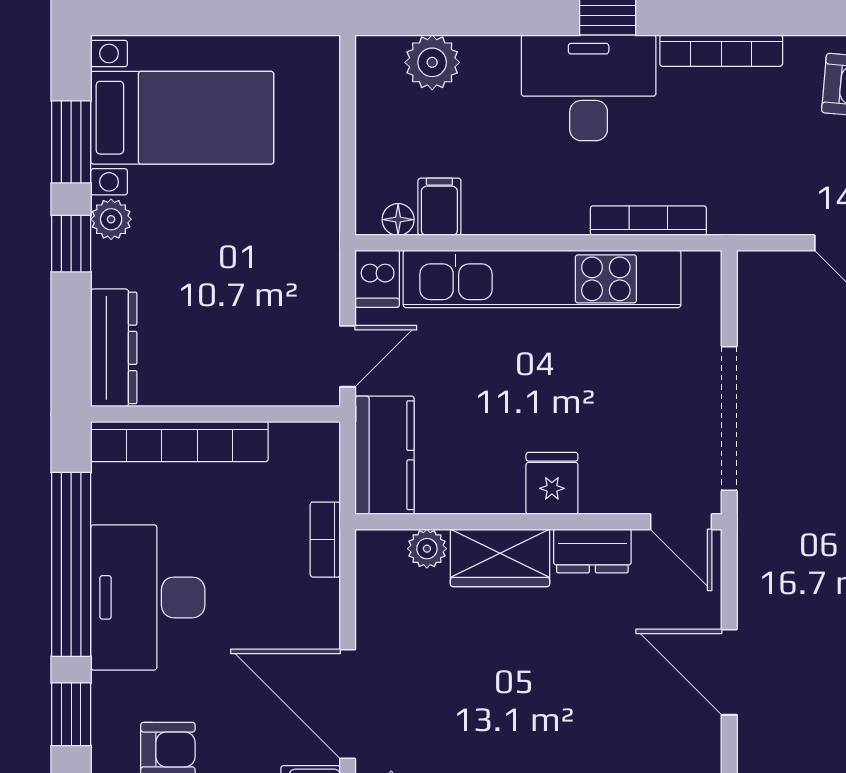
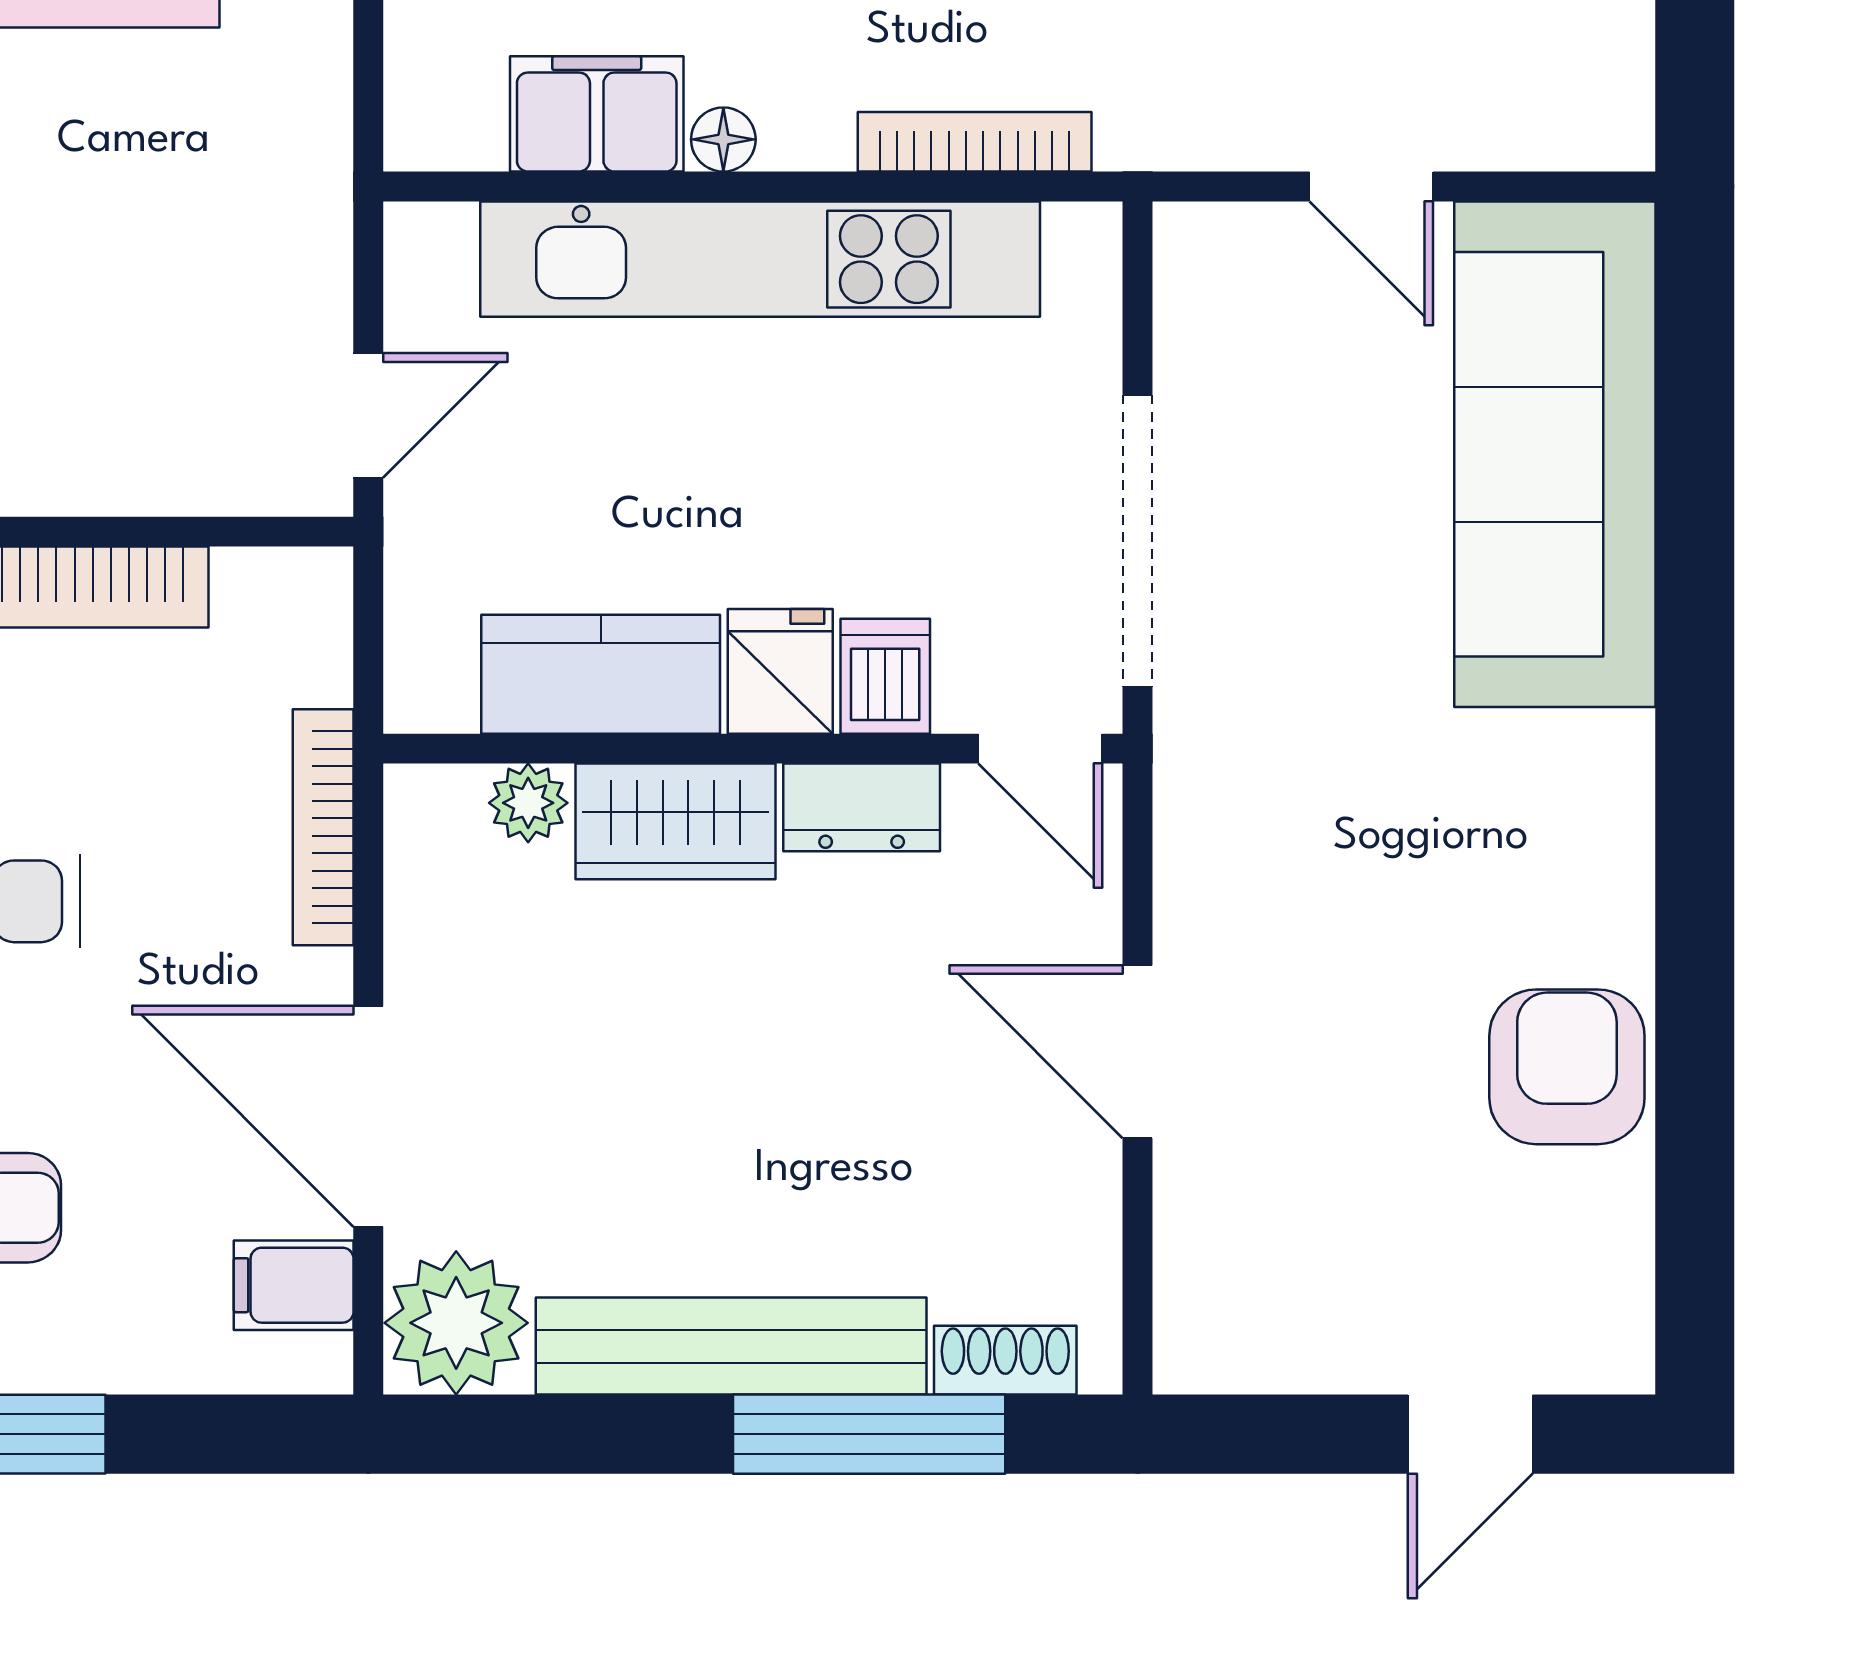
filing cabinet: (439, 207) -> (597, 114), width x2.00
floor lamp: (398, 220) -> (723, 139), moved
dishwasher: (377, 279) -> (885, 676), moved, turned 180
kitchen counter: (385, 455) -> (601, 674), moved, turned -90
bookcase: (325, 540) -> (323, 827), width x1.56

